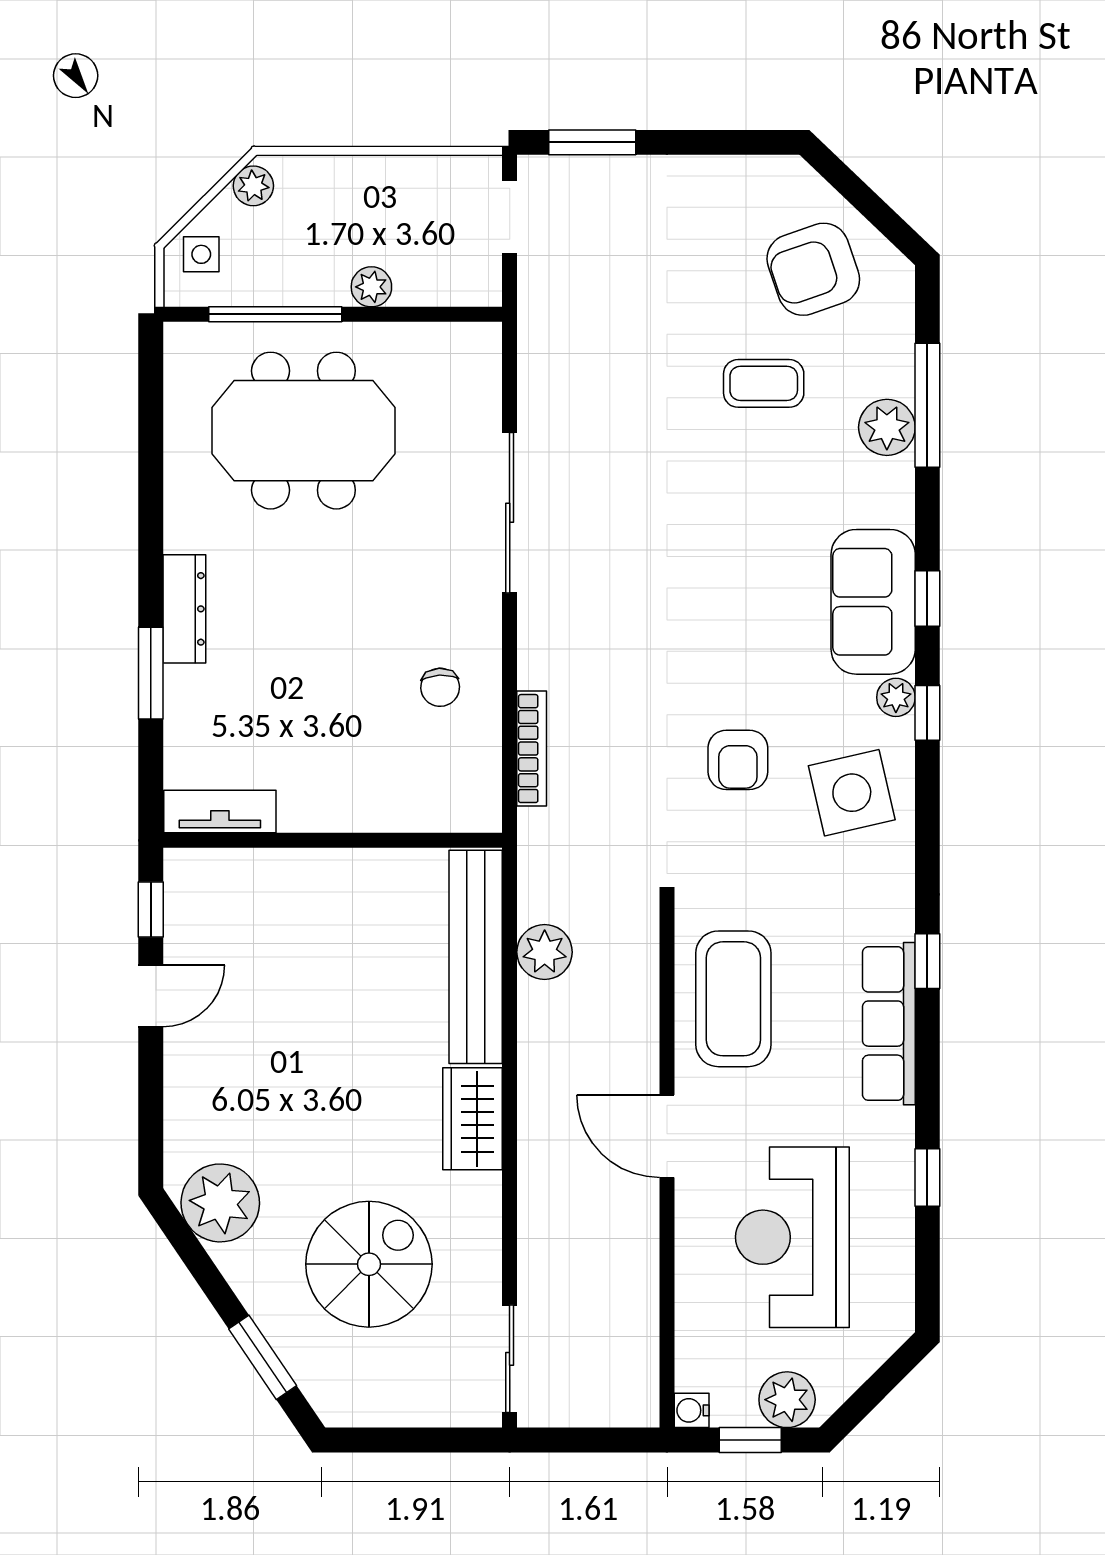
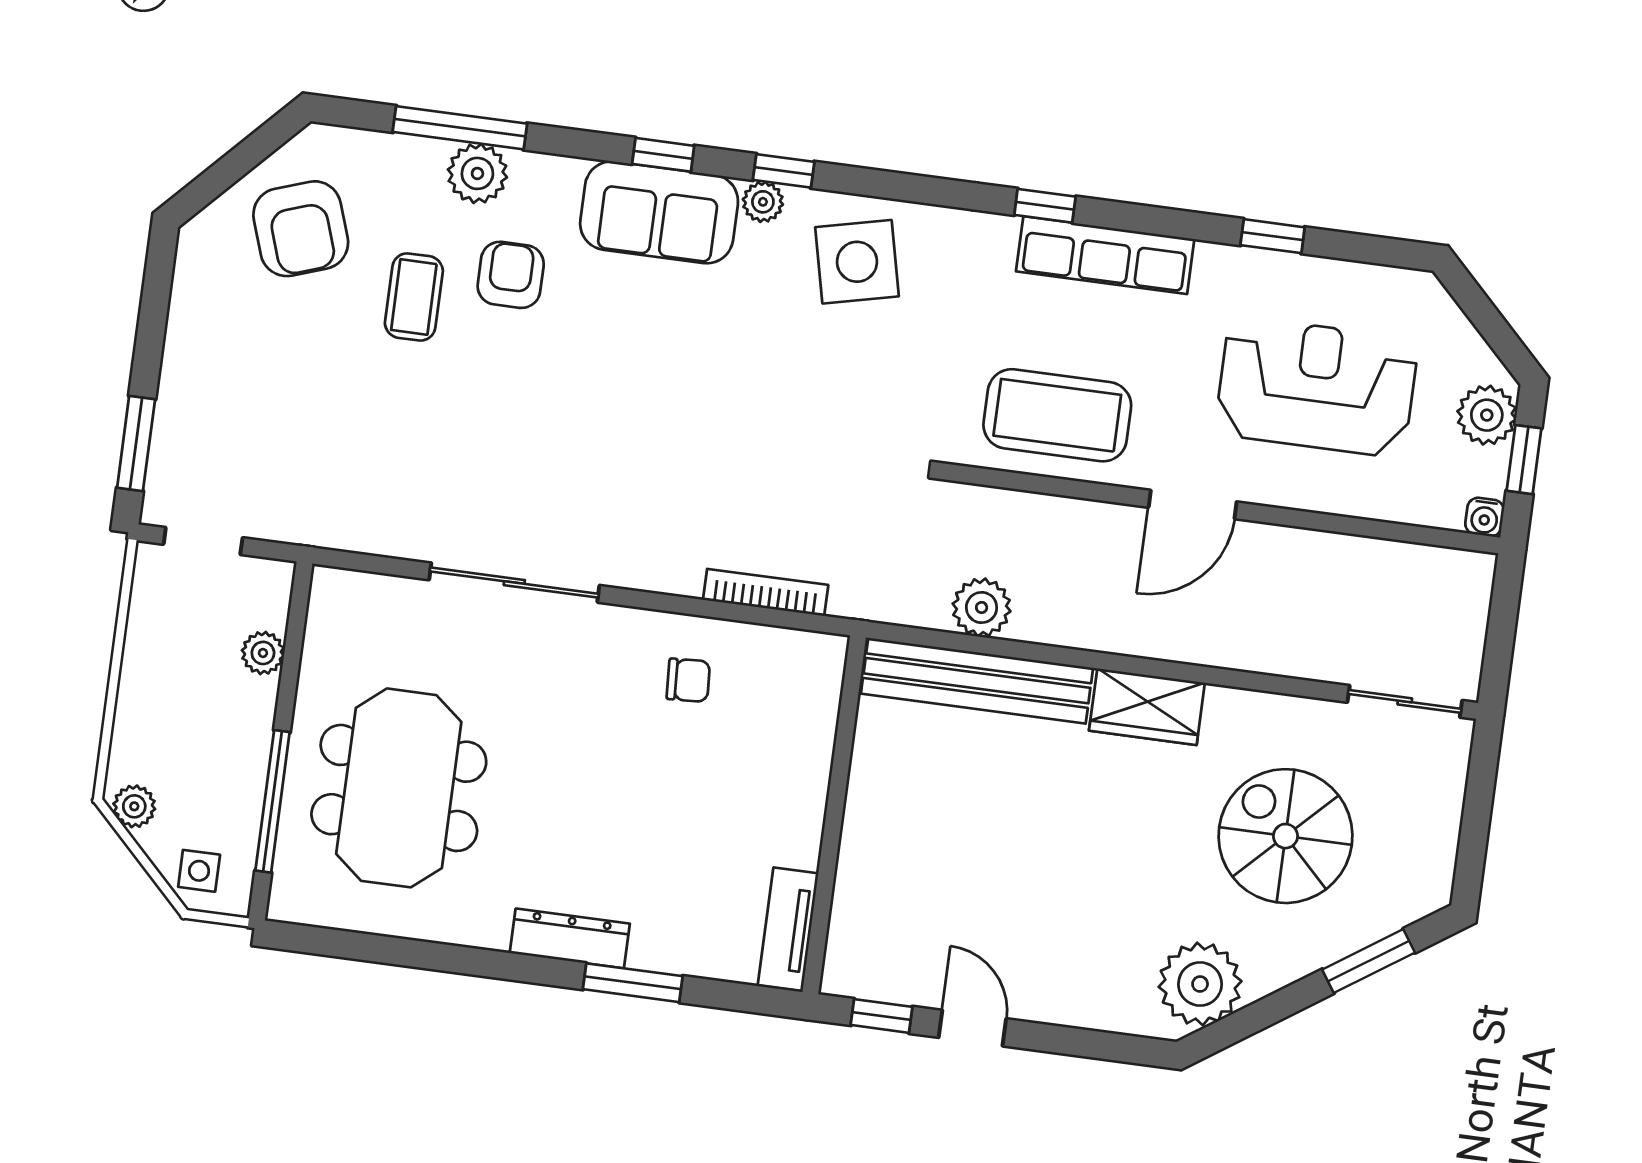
plant: (371, 287) -> (263, 653), moved
armchair: (738, 760) -> (511, 275), moved, turned -90
reception desk: (792, 1237) -> (1317, 387), turned 180

